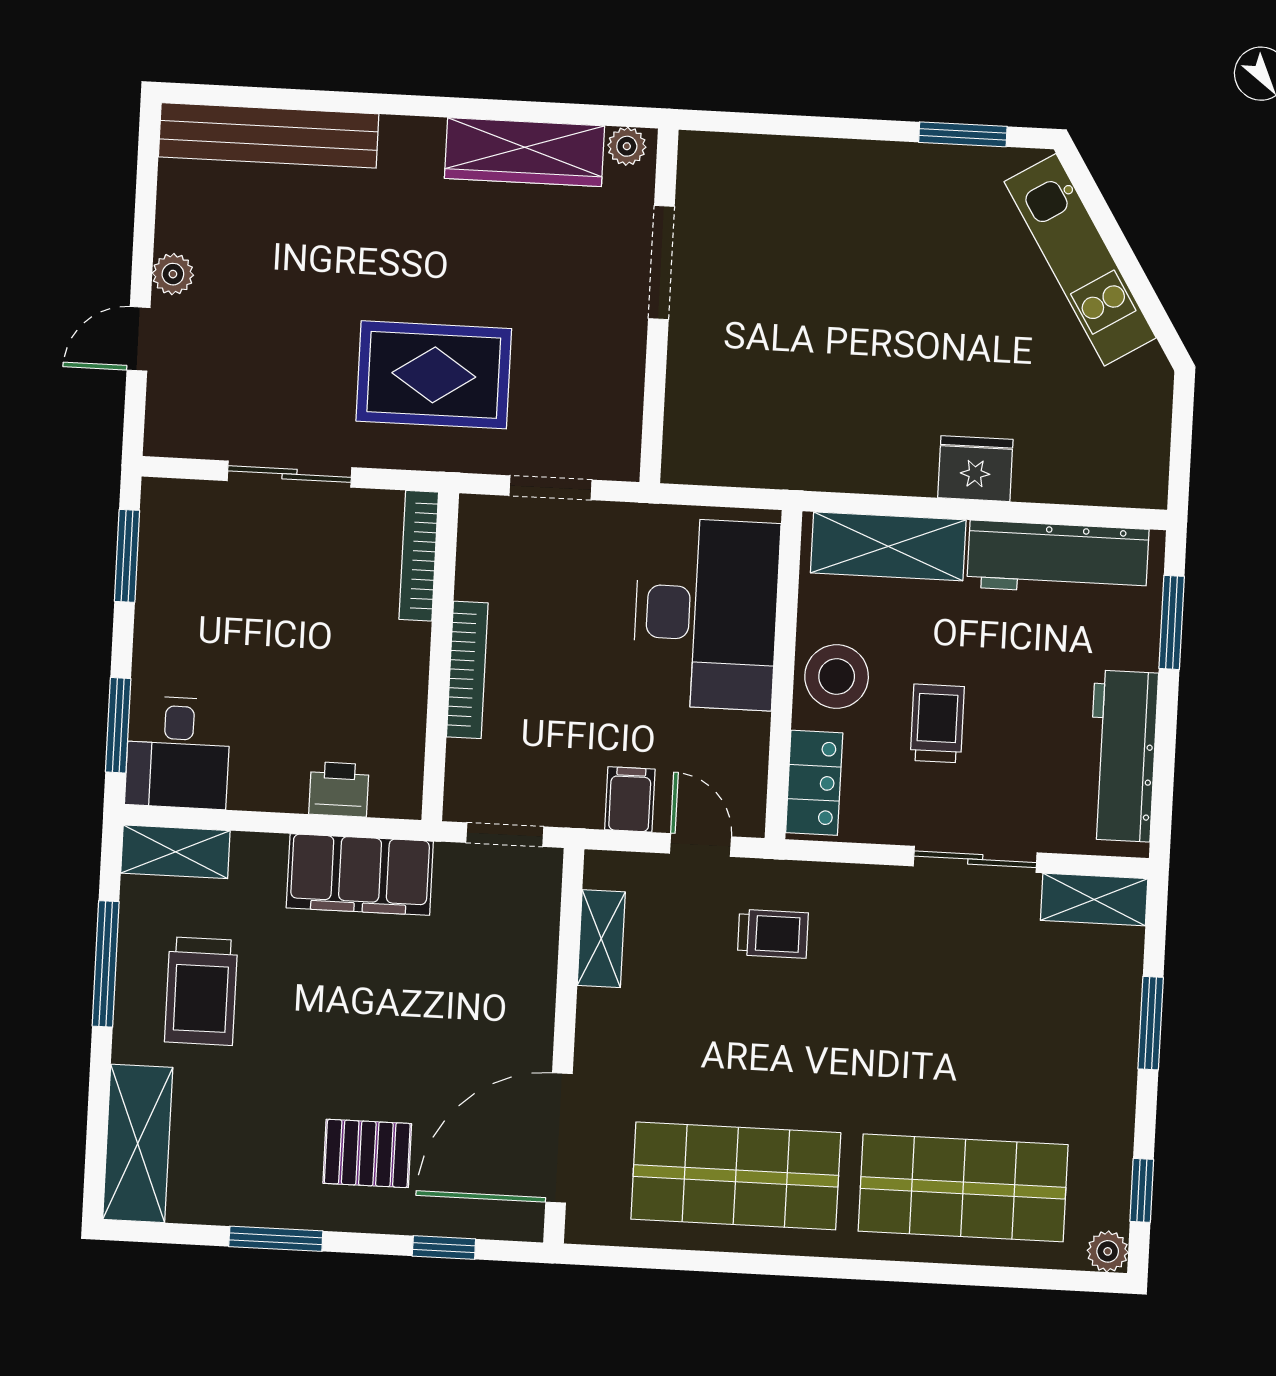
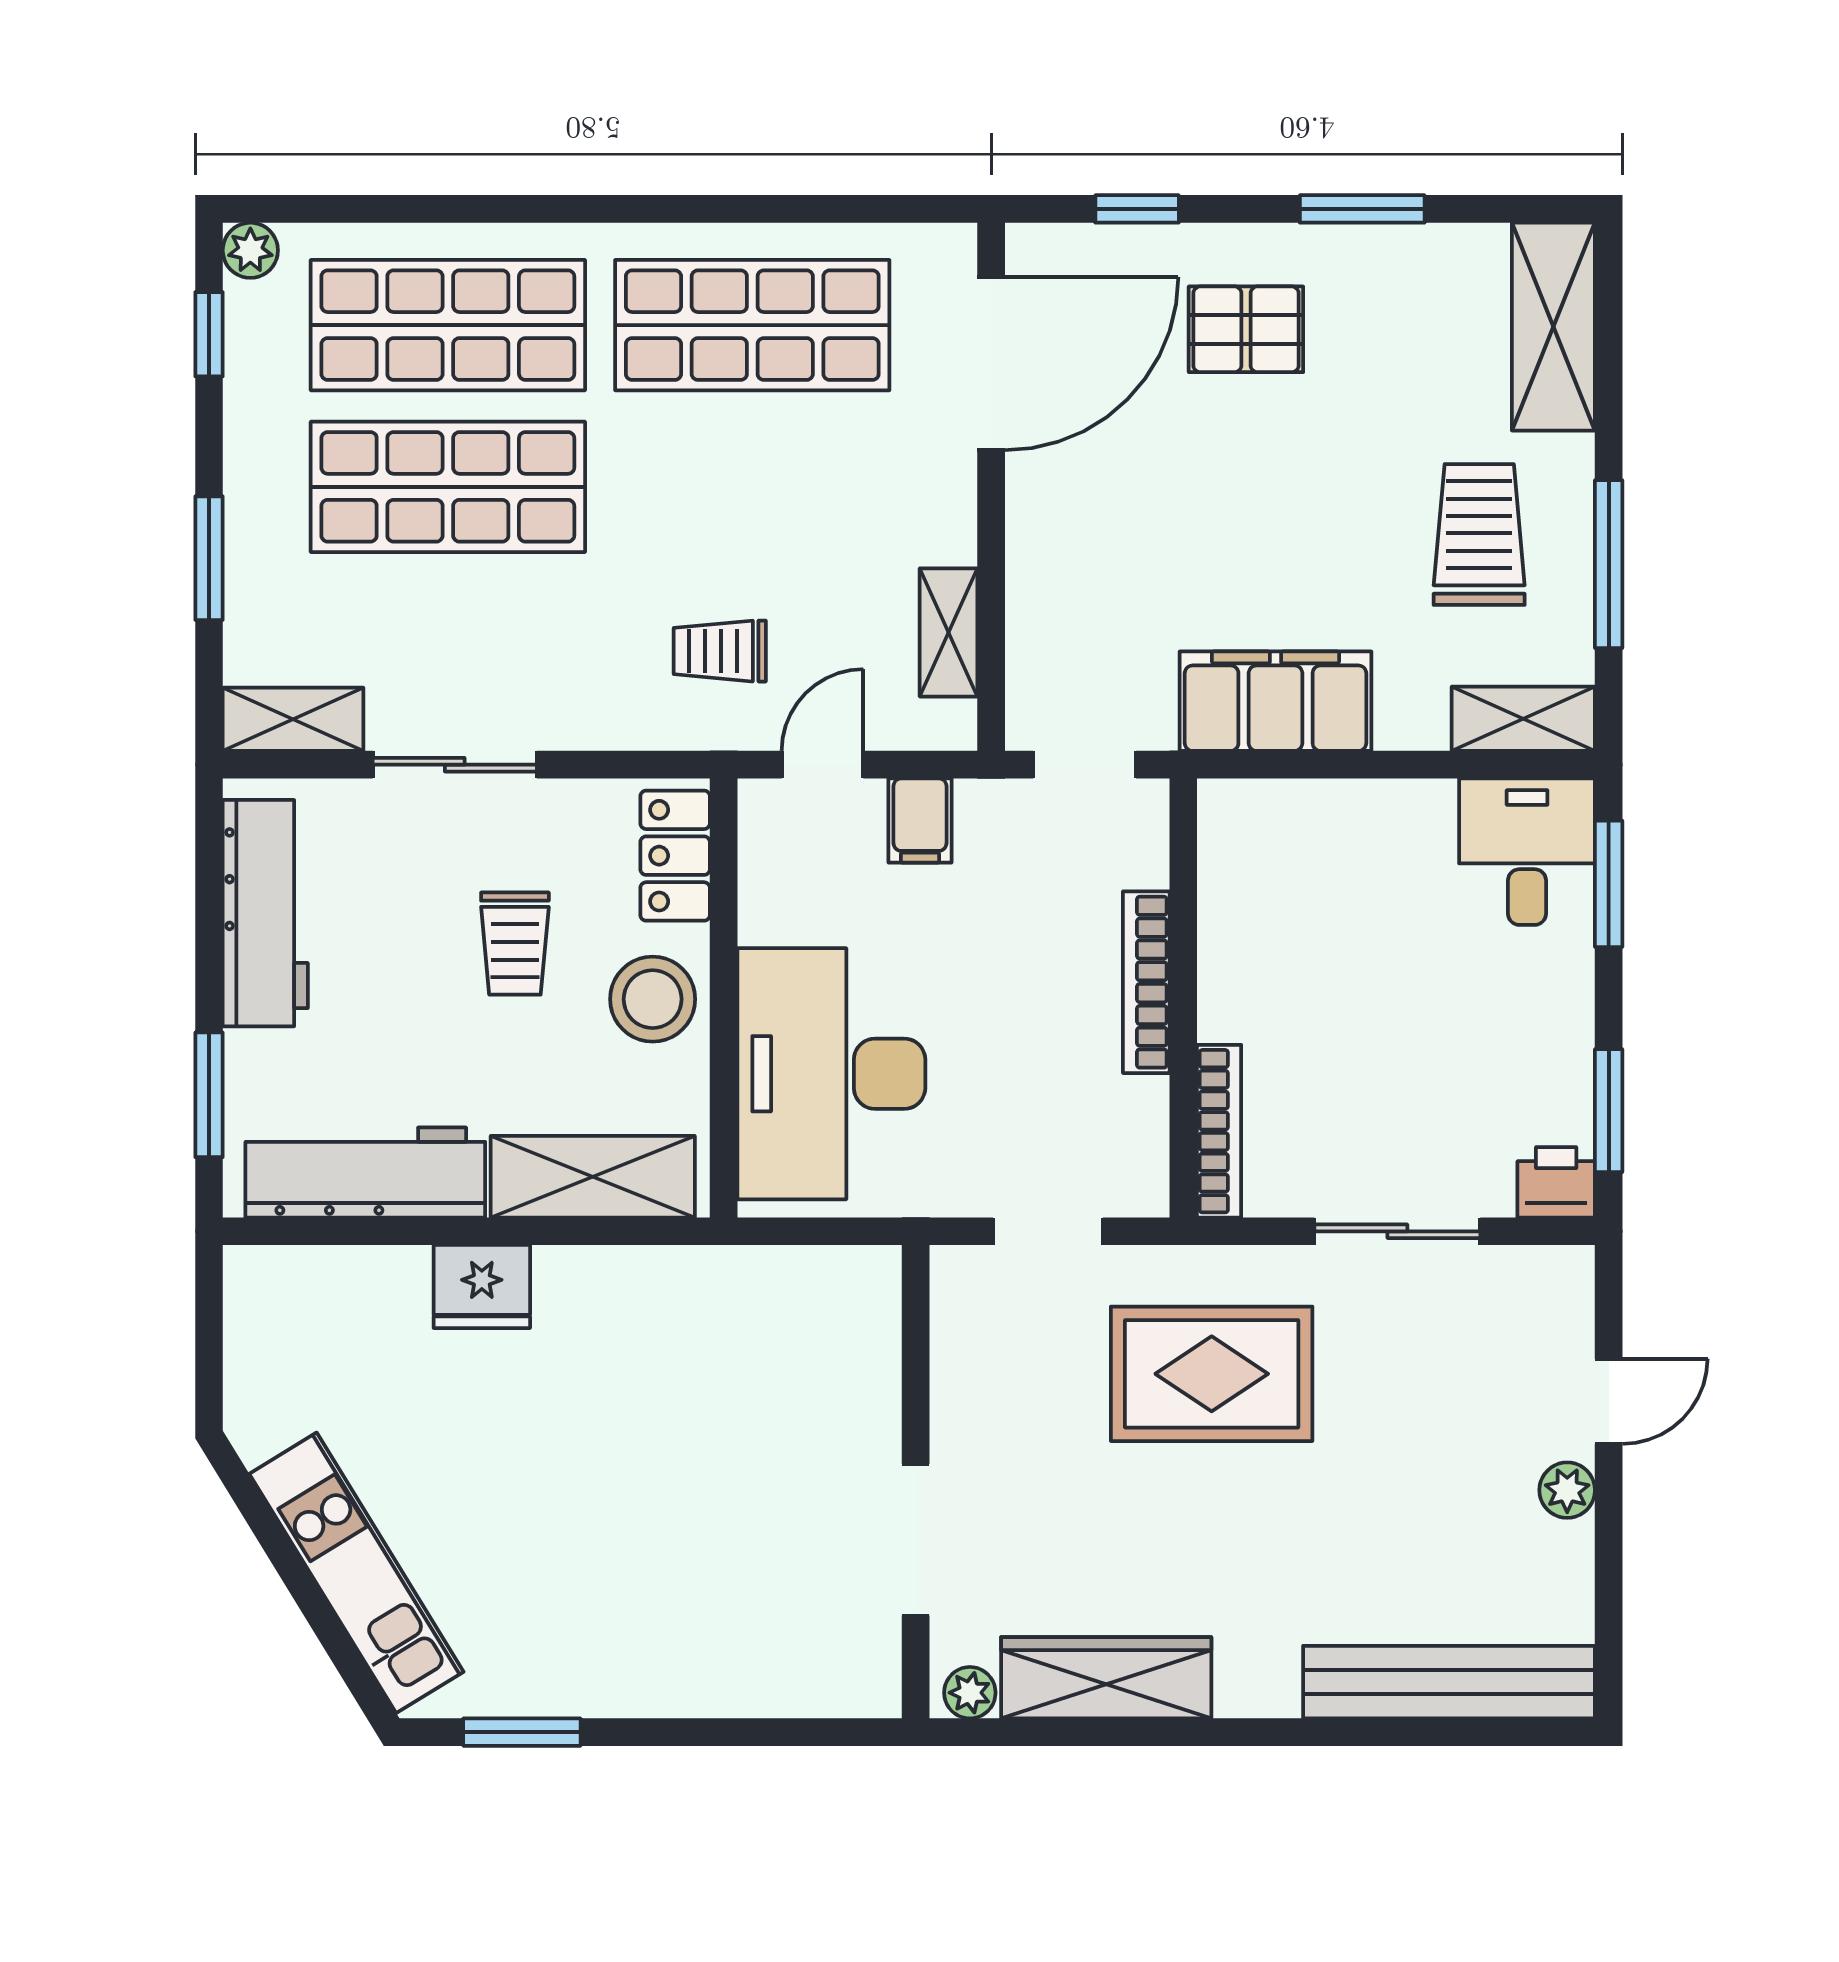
printer: (339, 789) -> (1556, 1182), moved, turned 180
door: (700, 845) -> (823, 765), swing flipped
shop shelf: (969, 1067) -> (448, 487), added

